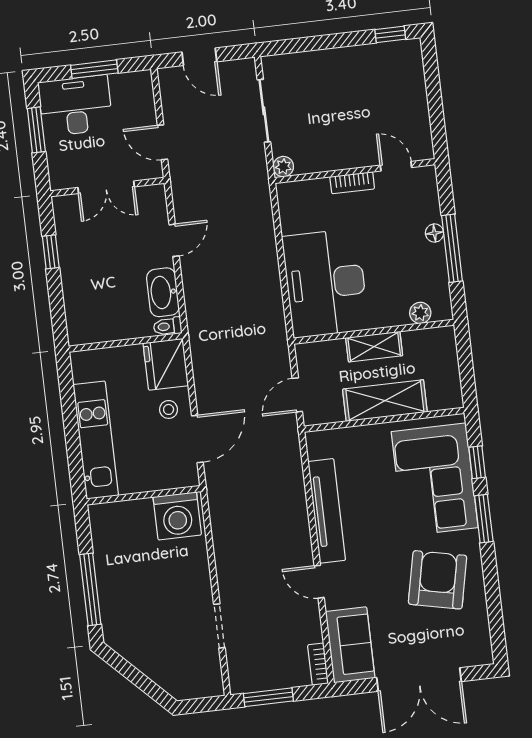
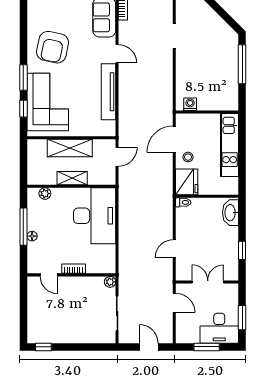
washbasin: (163, 292) -> (231, 213), moved, turned 180
washing machine: (177, 516) -> (190, 104), width x0.53, depth x0.53

